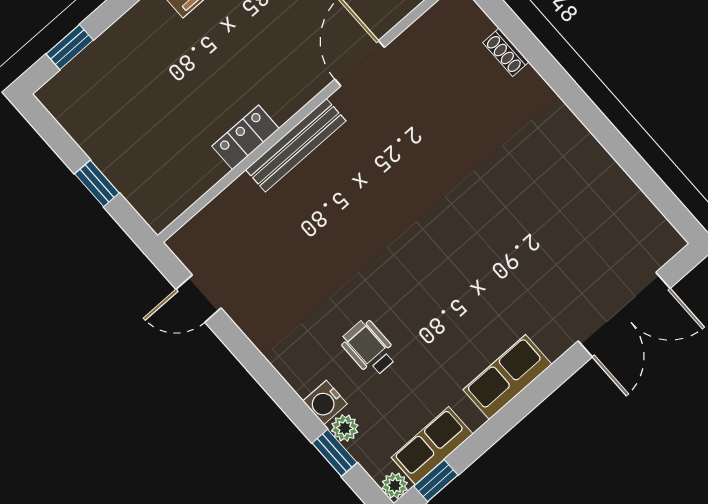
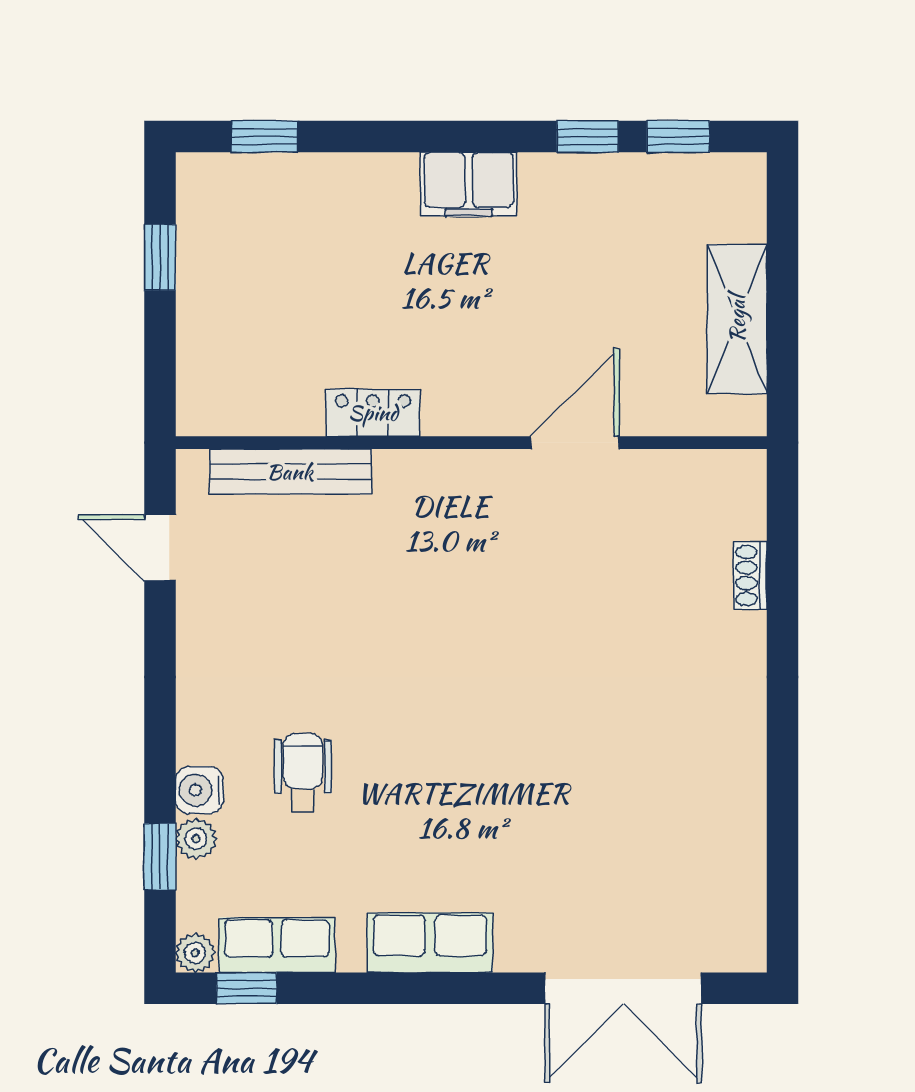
bench: (296, 145) -> (290, 472), moved
window: (97, 183) -> (160, 257), moved

